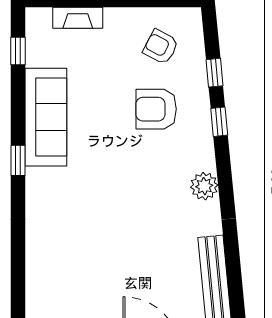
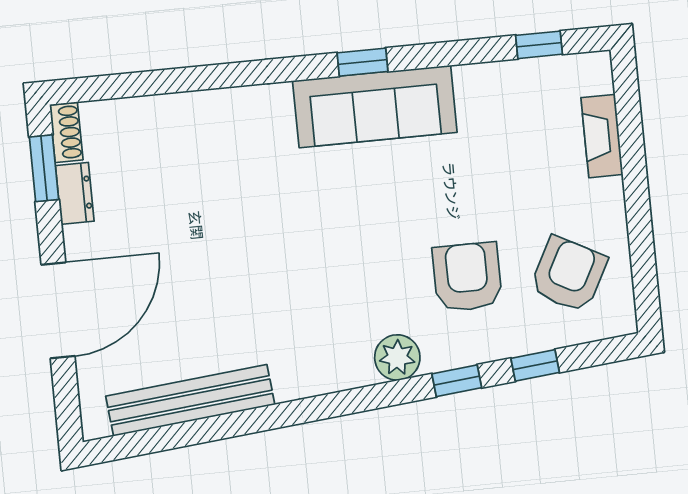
armchair: (161, 47) -> (568, 274), width x1.38, depth x1.38
sofa: (46, 117) -> (375, 106), moved
plant: (204, 186) -> (397, 357), moved

